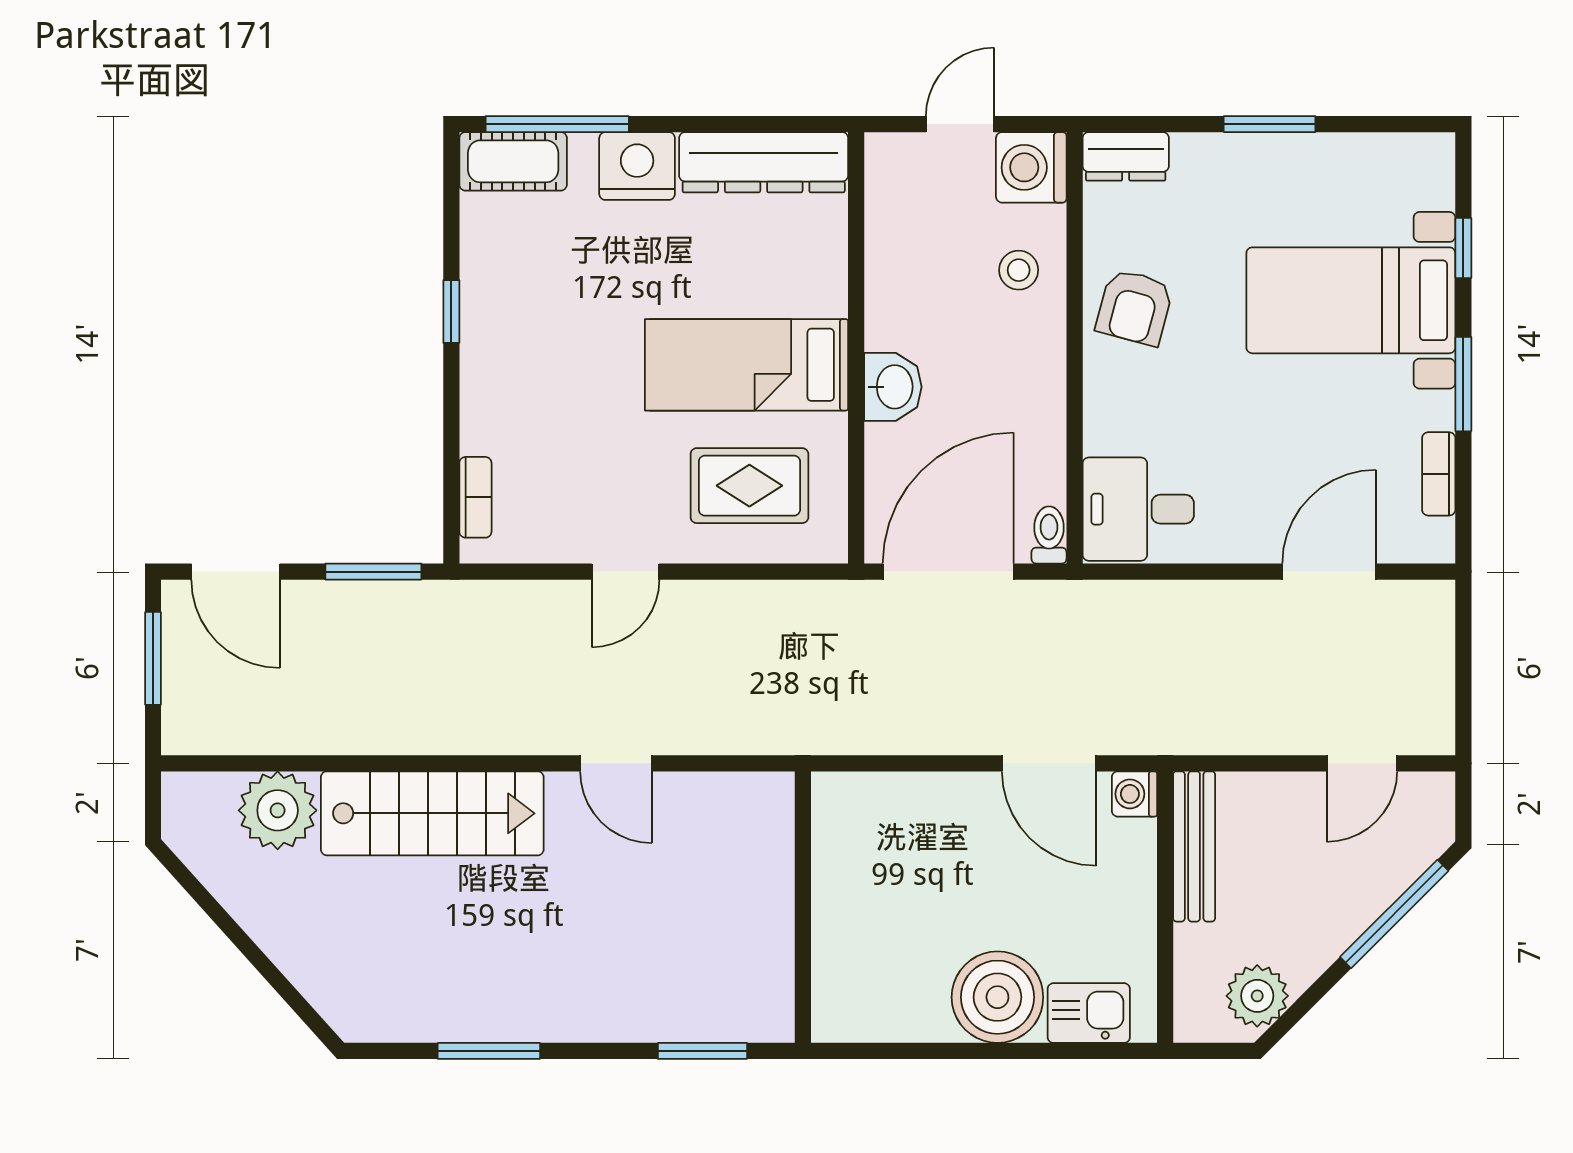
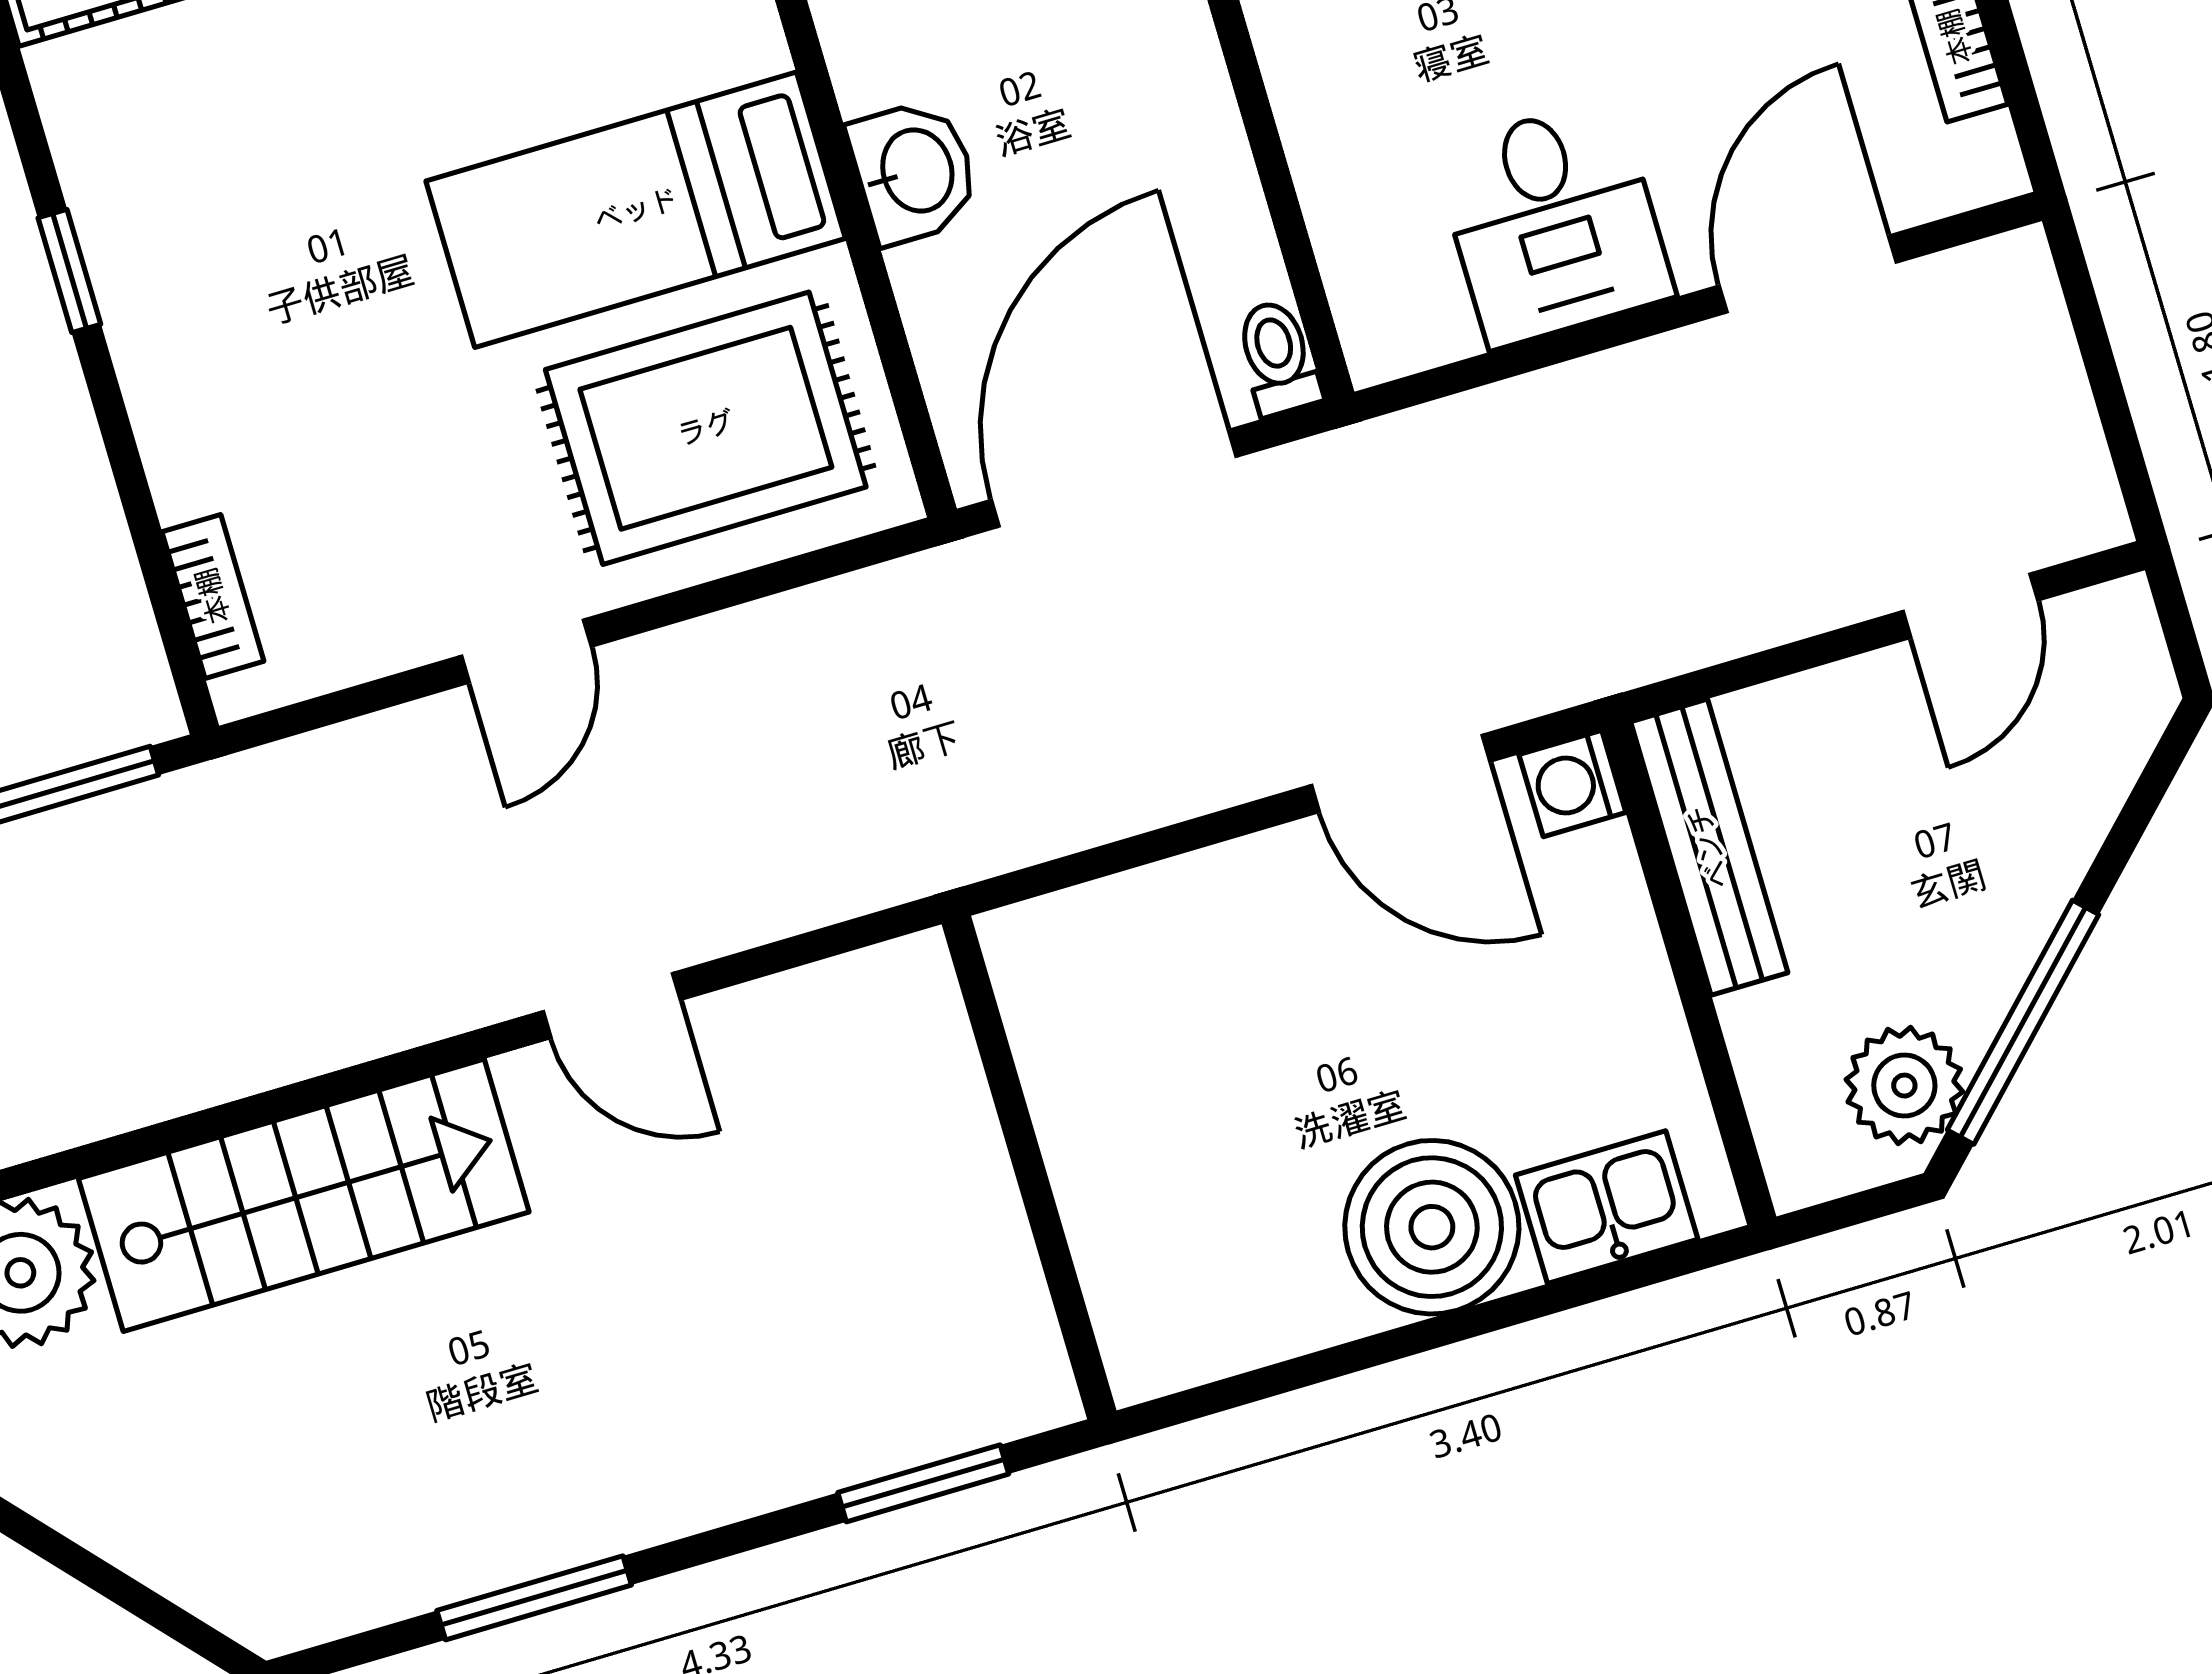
rug: (749, 486) -> (706, 428), width x1.36, depth x1.43
desk: (1138, 509) -> (1554, 223), moved, turned -90
window: (1394, 914) -> (2023, 1022), moved

